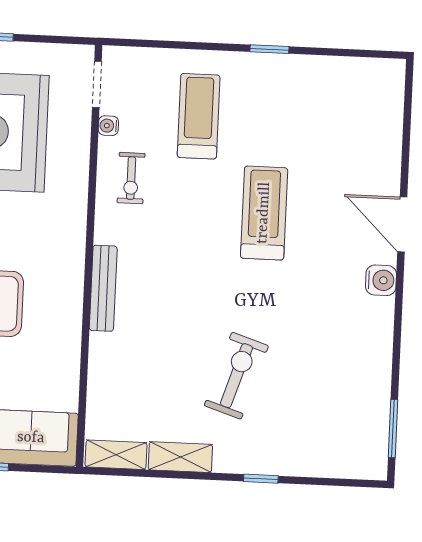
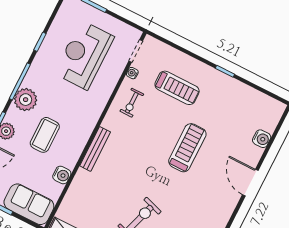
treadmill: (199, 116) -> (177, 88), turned 90
water cooler: (381, 280) -> (262, 139), moved
water cooler: (66, 360) -> (62, 175), added

